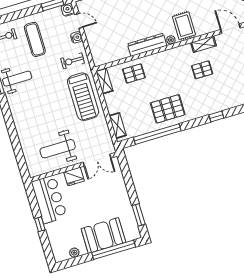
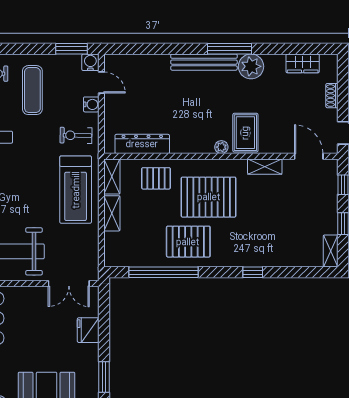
dresser: (147, 45) -> (142, 144), moved
pallet: (202, 70) -> (209, 197), moved, width x2.05, depth x2.00
shelving: (118, 126) -> (112, 213), moved
fridge: (74, 176) -> (88, 330), moved, turned 90

